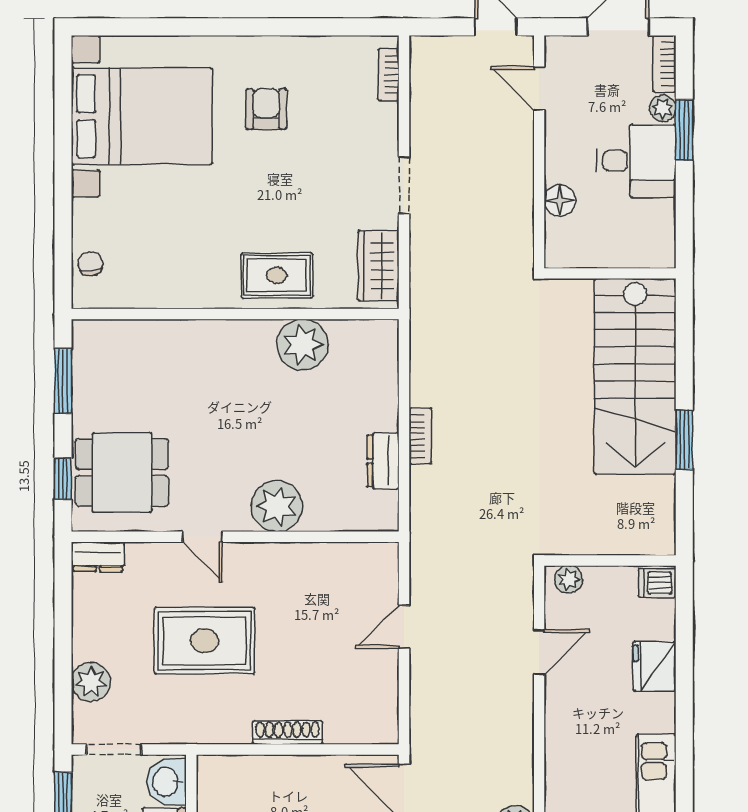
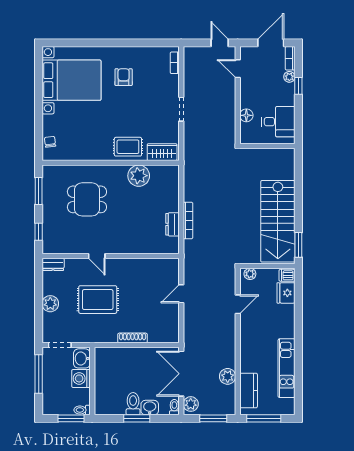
window: (684, 130) -> (298, 86), width x0.67
desk: (636, 161) -> (278, 122), moved
wardrobe: (378, 266) -> (162, 152), moved, turned 90
stairs: (635, 376) -> (278, 221), moved
bookcase: (420, 436) -> (188, 220), width x1.56
window: (684, 439) -> (298, 245), moved
dining table: (122, 472) -> (87, 199), moved
plant: (277, 506) -> (128, 243), removed
fridge: (655, 666) -> (286, 293), moved
plant: (91, 682) -> (50, 304), moved

